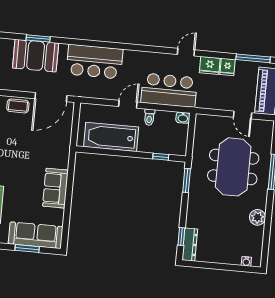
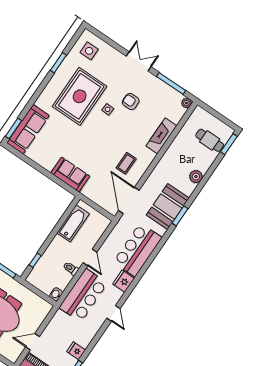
door: (186, 52) -> (114, 313), moved
fridge: (210, 65) -> (124, 281), moved
coffee table: (18, 106) -> (126, 163), moved
bathtub: (111, 137) -> (73, 223), width x0.73, depth x0.73
sofa: (55, 188) -> (70, 175), moved
window: (27, 249) -> (14, 128), moved

